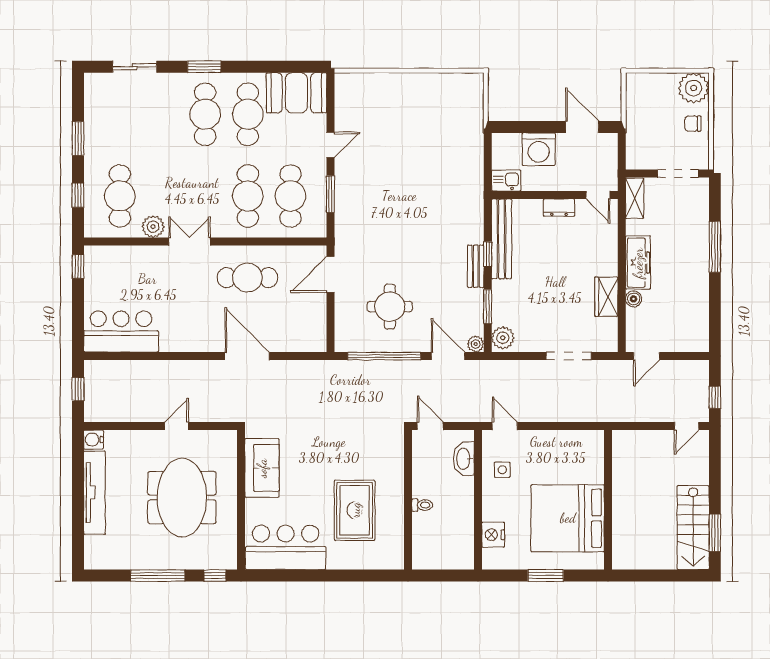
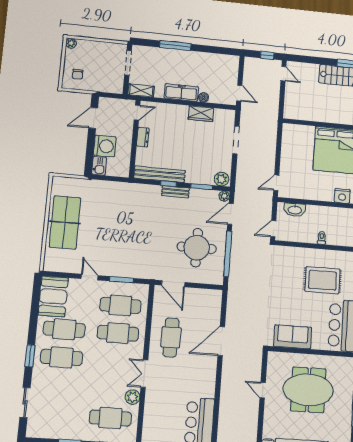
plant: (694, 88) -> (71, 43), width x0.53, depth x0.53
table tennis table: (412, 99) -> (65, 222), added
chair: (693, 124) -> (78, 74), moved
kitchen sink: (506, 180) -> (99, 166), moved, turned 180
round table: (390, 307) -> (197, 248), width x1.36, depth x1.36
side table: (502, 470) -> (303, 187), removed

